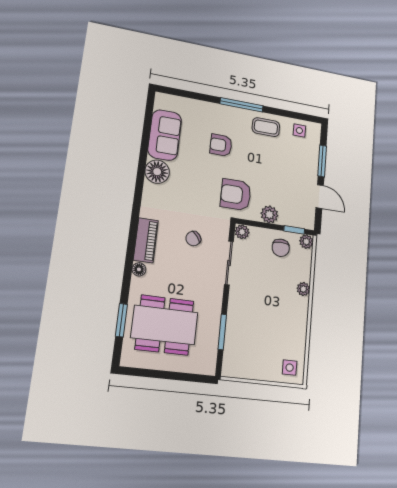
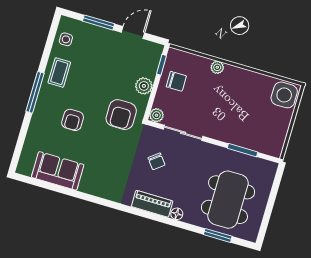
floor lamp: (157, 172) -> (91, 184), removed
plant: (306, 242) -> (174, 55), removed
side table: (290, 368) -> (284, 95), width x1.87, depth x1.87

